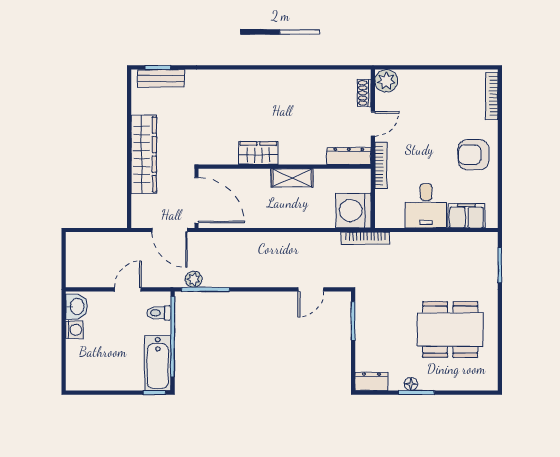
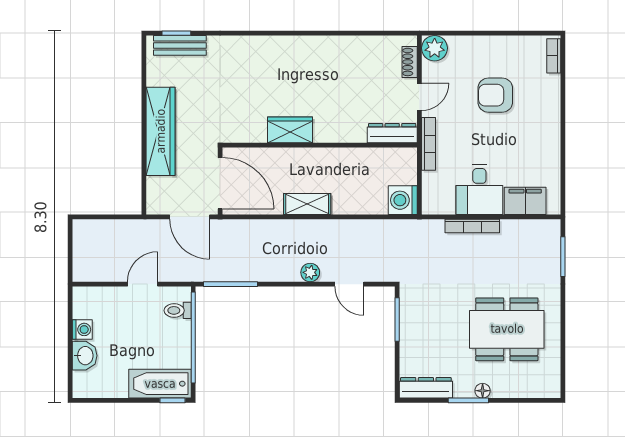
bookcase: (492, 96) -> (554, 56), width x0.64
armchair: (473, 155) -> (495, 95), moved
shelving: (292, 178) -> (307, 204), moved
washing machine: (353, 211) -> (403, 200), width x0.73, depth x0.73
bookcase: (365, 238) -> (472, 226), moved
plant: (194, 279) -> (310, 272), moved
door: (311, 289) -> (349, 284), hinge flipped
washbasin: (76, 307) -> (85, 356), moved
bathtub: (158, 363) -> (160, 384), moved, turned 90
dresser: (371, 381) -> (426, 388), width x1.44
floor lamp: (411, 384) -> (483, 391), moved

